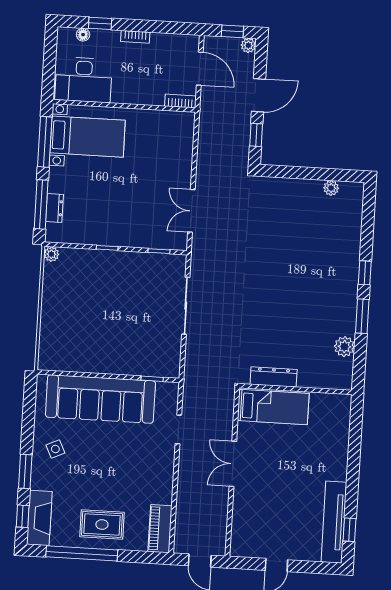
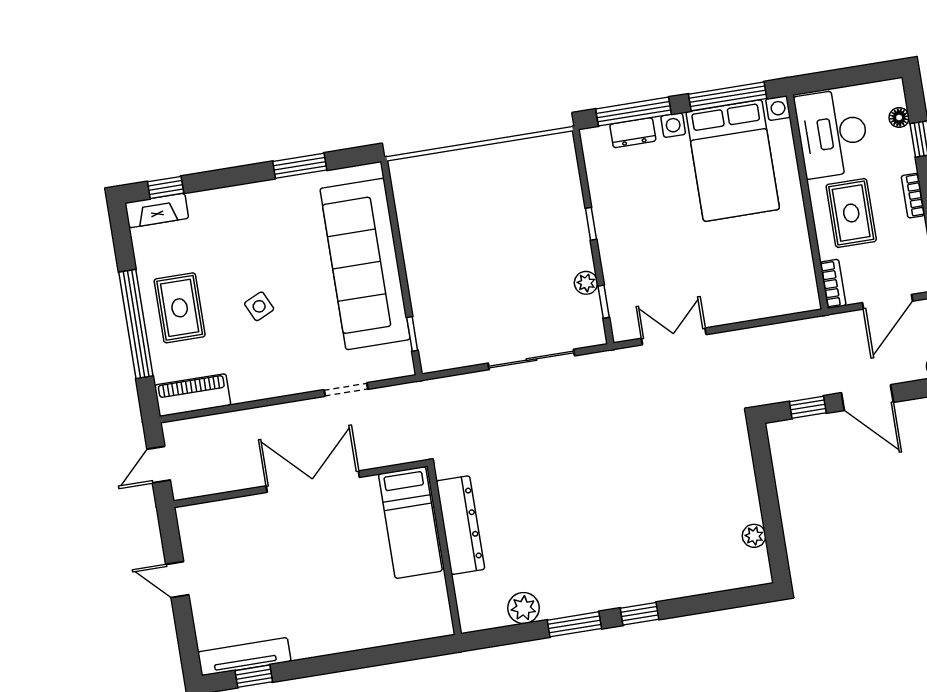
rug: (138, 79) -> (851, 213), added
bed with nightstands: (88, 137) -> (733, 161), width x1.36
plant: (51, 254) -> (586, 283), moved
dresser: (274, 377) -> (460, 525), width x1.37, depth x1.24
side table: (55, 449) -> (259, 306), moved
double door: (233, 464) -> (313, 482), width x1.37
window: (25, 471) -> (300, 166), moved
fireplace: (39, 518) -> (157, 211), width x0.73, depth x0.76
tv unit: (334, 522) -> (244, 657), width x0.73, depth x0.78
window: (82, 553) -> (136, 324), moved

